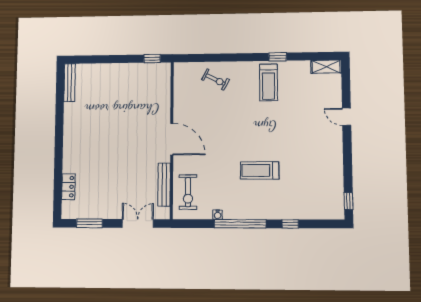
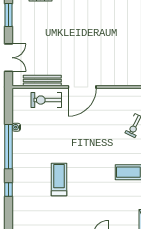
treadmill: (260, 170) -> (59, 179), moved
exercise bike: (188, 192) -> (46, 100), moved

